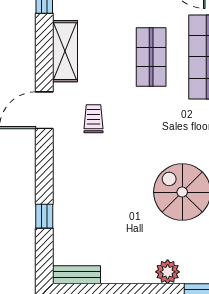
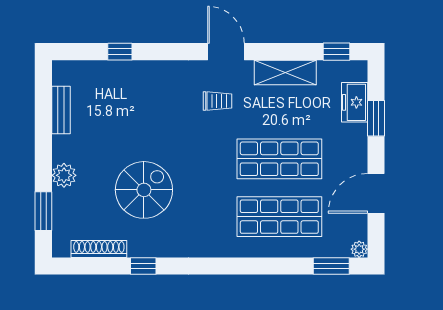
shop shelf: (151, 57) -> (279, 159), width x1.43, depth x1.36
bench: (76, 275) -> (61, 110), moved

